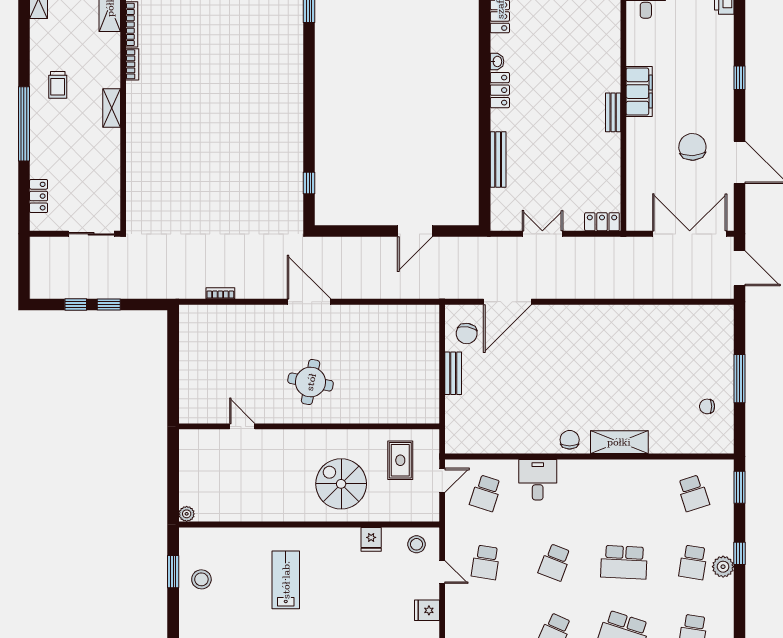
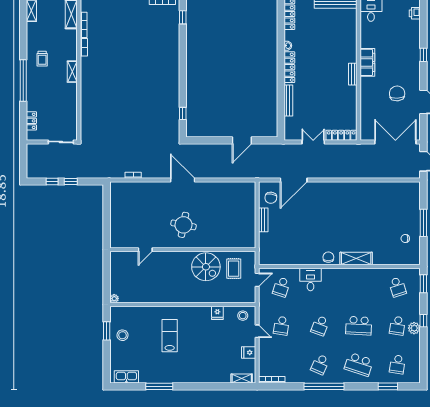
locker: (500, 90) -> (289, 67), width x1.53
locker: (602, 222) -> (341, 135), width x1.53
door: (242, 426) -> (145, 250), swing flipped
spiral stairs: (341, 484) -> (206, 267), moved, turned 180

